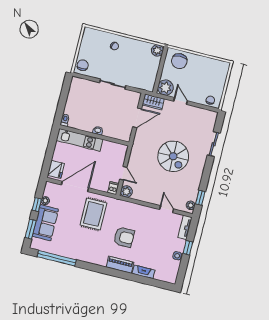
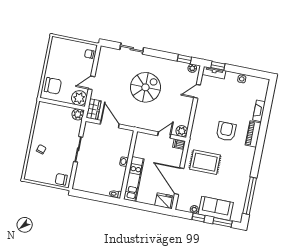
plant: (157, 50) -> (78, 114), moved
window: (188, 248) -> (218, 66), moved

